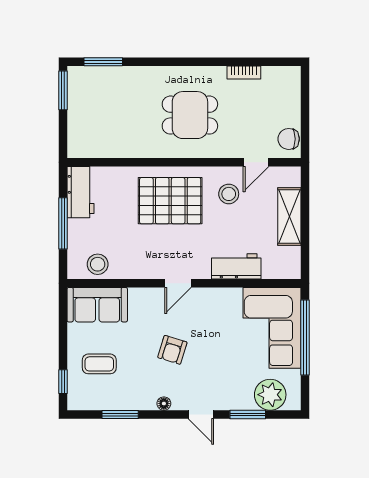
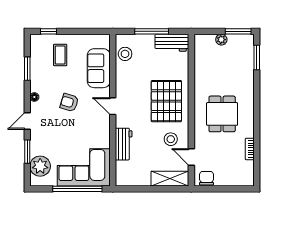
plant: (76, 116) -> (221, 40), added
shelving: (289, 217) -> (170, 179), moved
sofa: (97, 305) -> (99, 68), moved

